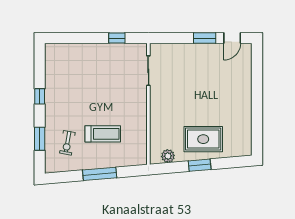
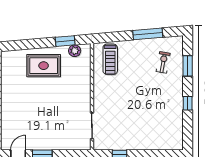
treadmill: (103, 134) -> (110, 59), moved, turned -90
window: (200, 165) -> (65, 41), moved
window: (100, 174) -> (148, 34), moved

